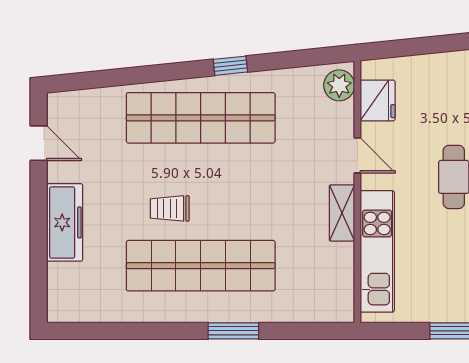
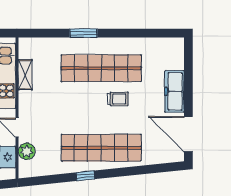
plant: (339, 85) -> (27, 151), moved
door: (39, 143) -> (188, 134), width x1.87
shelving: (342, 213) -> (25, 75), moved

